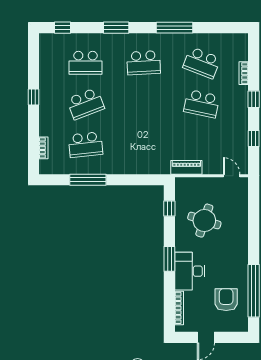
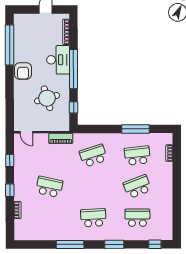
school desk: (202, 63) -> (93, 156), moved, turned -39
window: (34, 97) -> (177, 192), removed
round table: (204, 221) -> (47, 98), turned -34
window: (169, 259) -> (73, 69), width x2.11
armchair: (226, 300) -> (23, 71), moved

